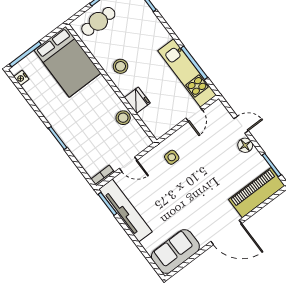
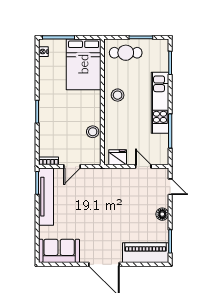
kitchen unit: (187, 73) -> (160, 103), moved
fridge: (137, 100) -> (118, 157), moved, turned -90
door: (194, 114) -> (143, 166), swing flipped
door: (241, 125) -> (170, 187), moved
side table: (172, 157) -> (106, 184), removed
door: (128, 164) -> (72, 166), hinge flipped

